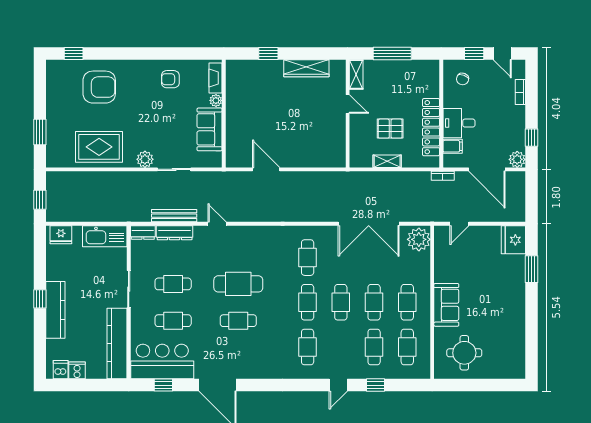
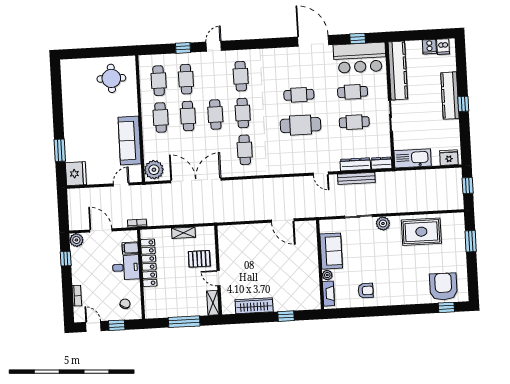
armchair: (99, 87) -> (443, 287), moved, turned 90
pallet: (390, 129) -> (199, 259), moved
door: (487, 169) -> (101, 230), width x0.73
sofa: (446, 305) -> (130, 141), moved, width x1.36

